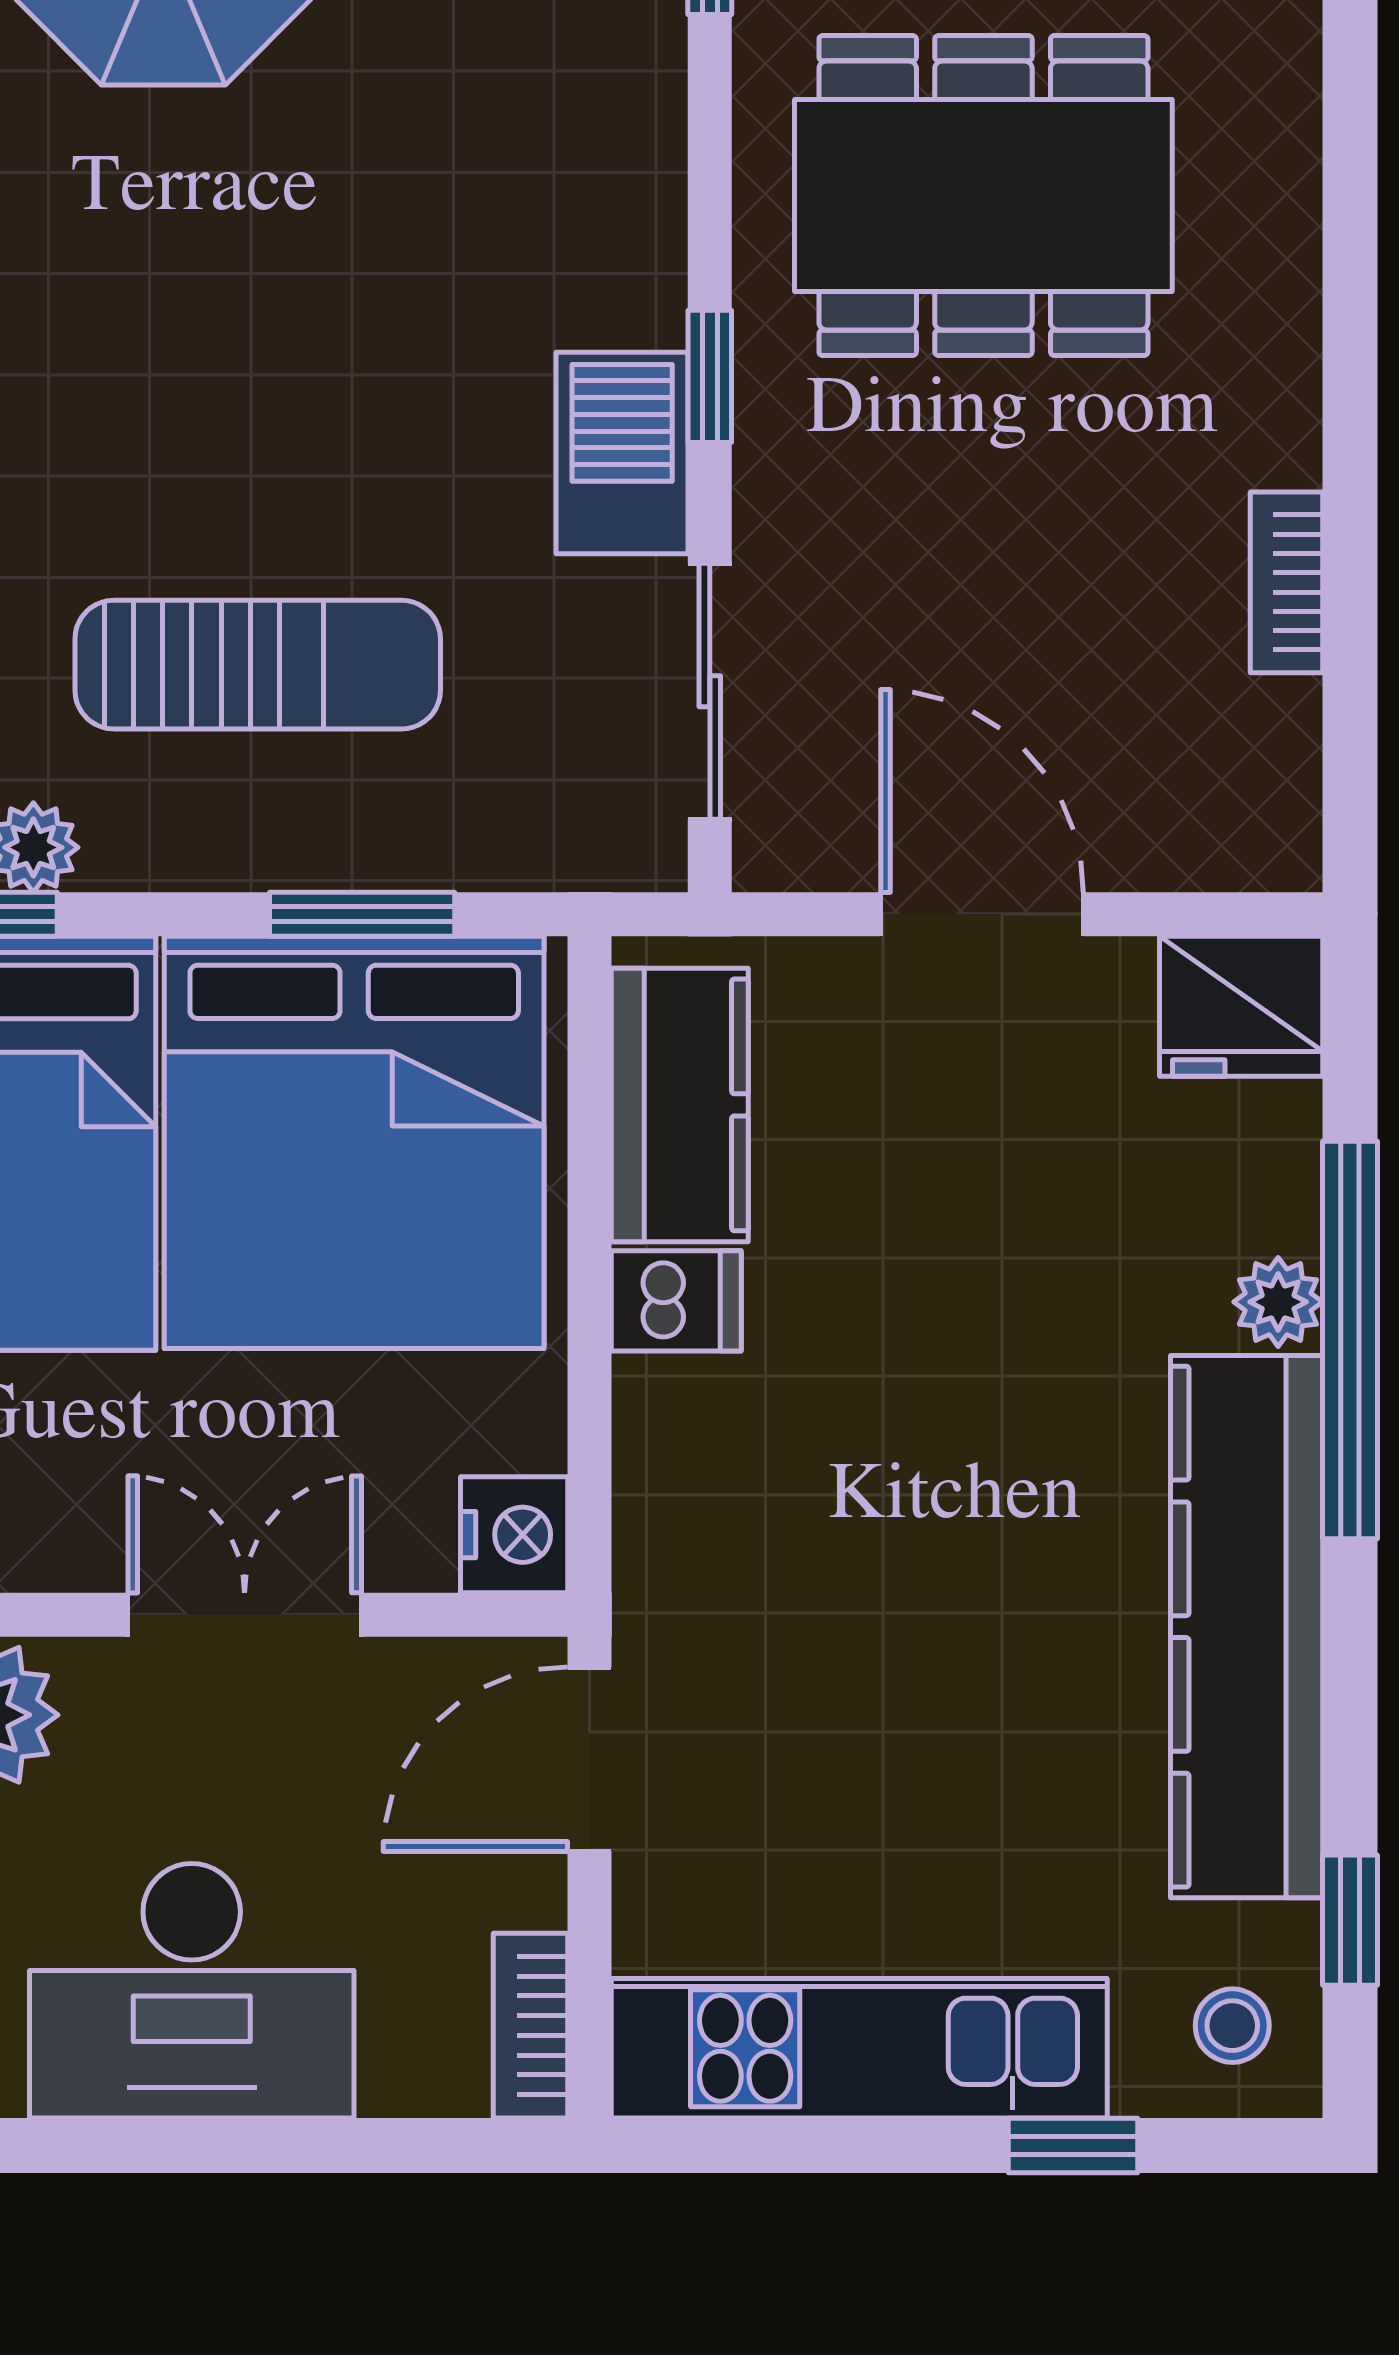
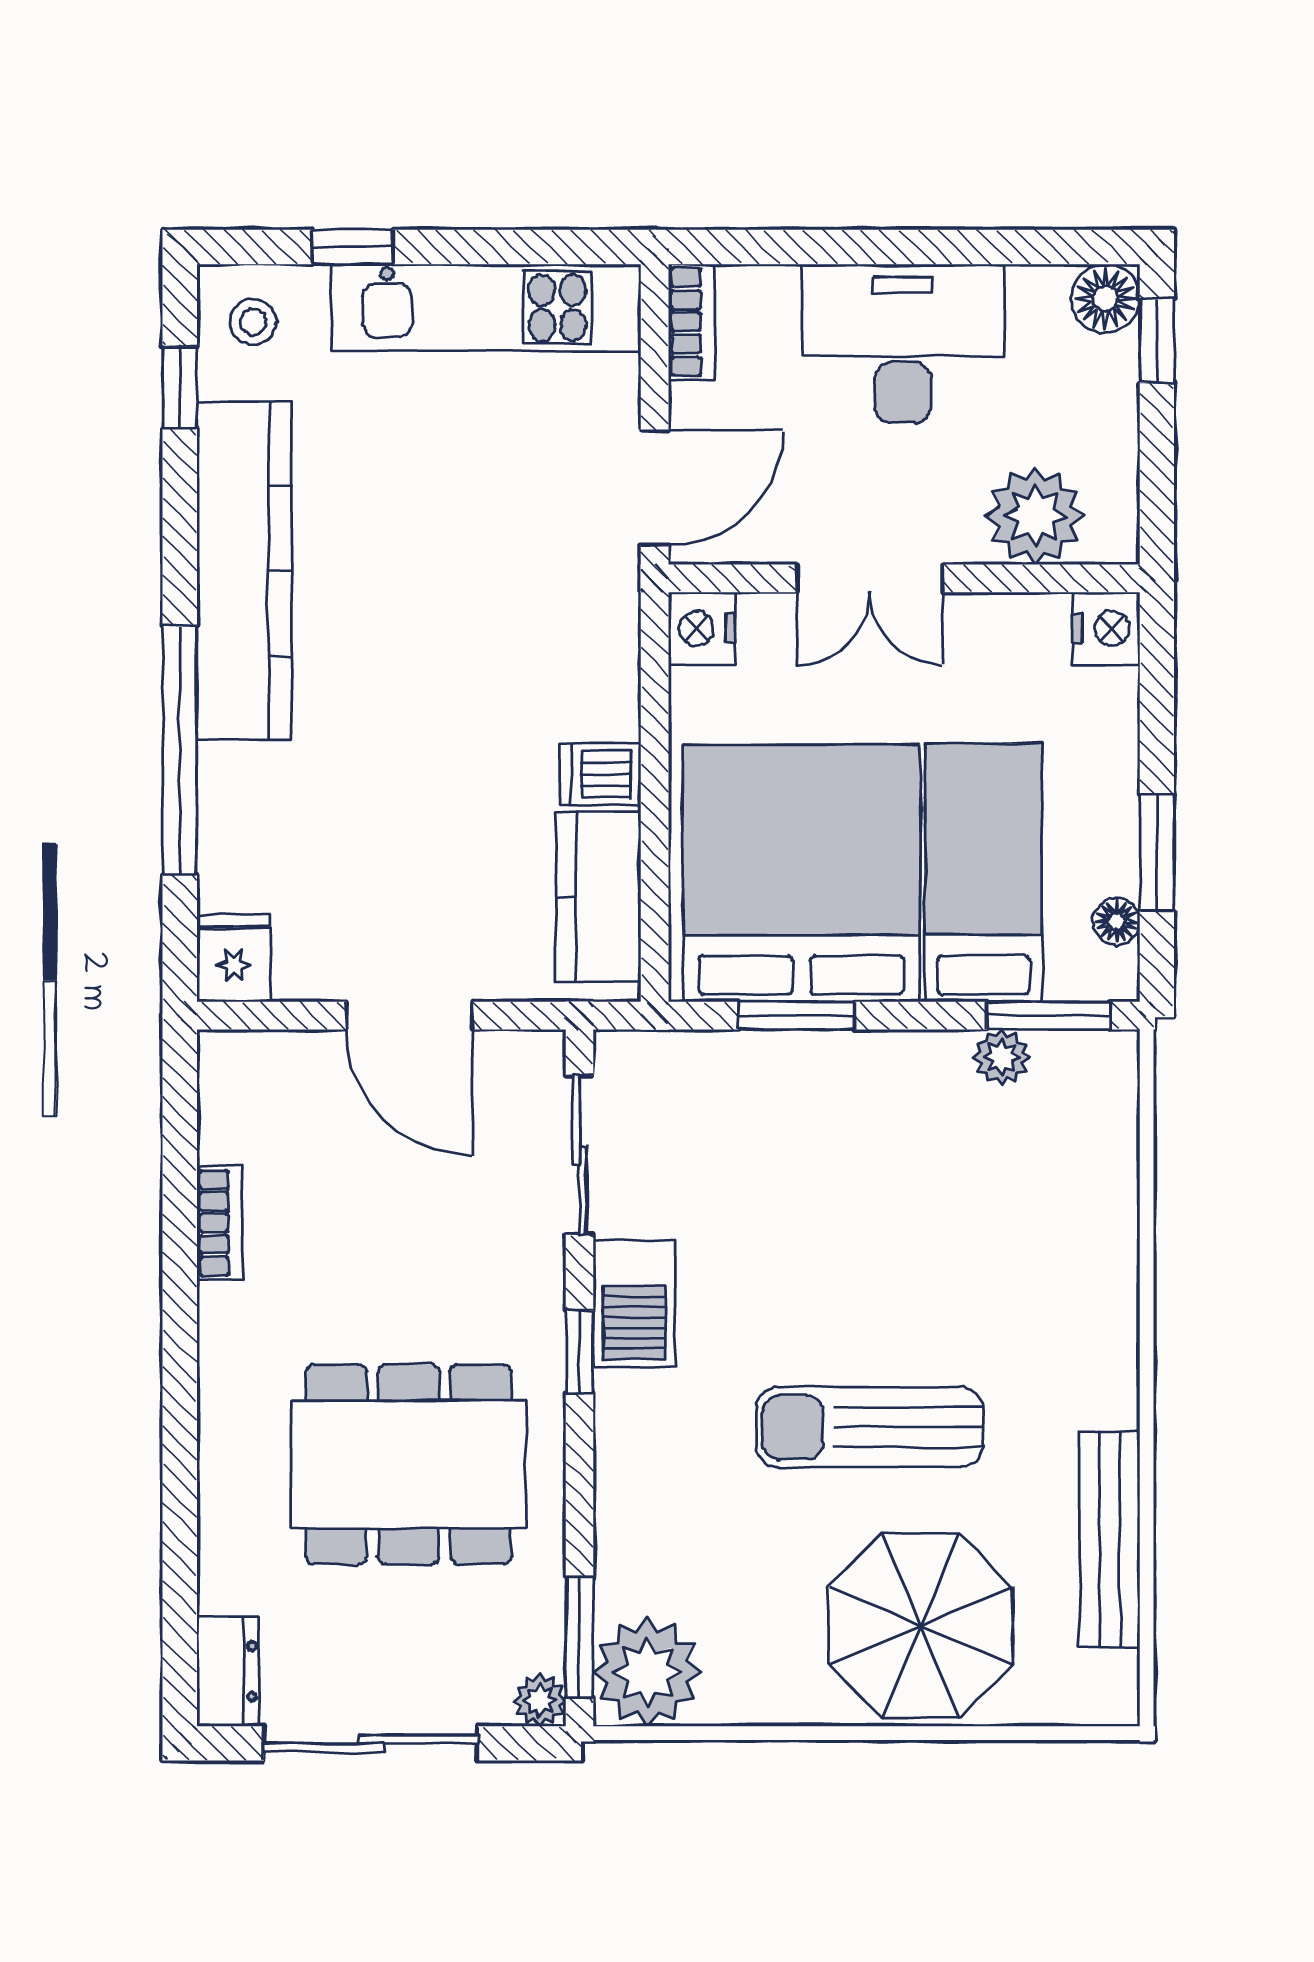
sun lounger: (258, 665) -> (870, 1427), moved
fridge: (1241, 1006) -> (234, 958), width x0.72
plant: (1278, 1302) -> (225, 774), removed

